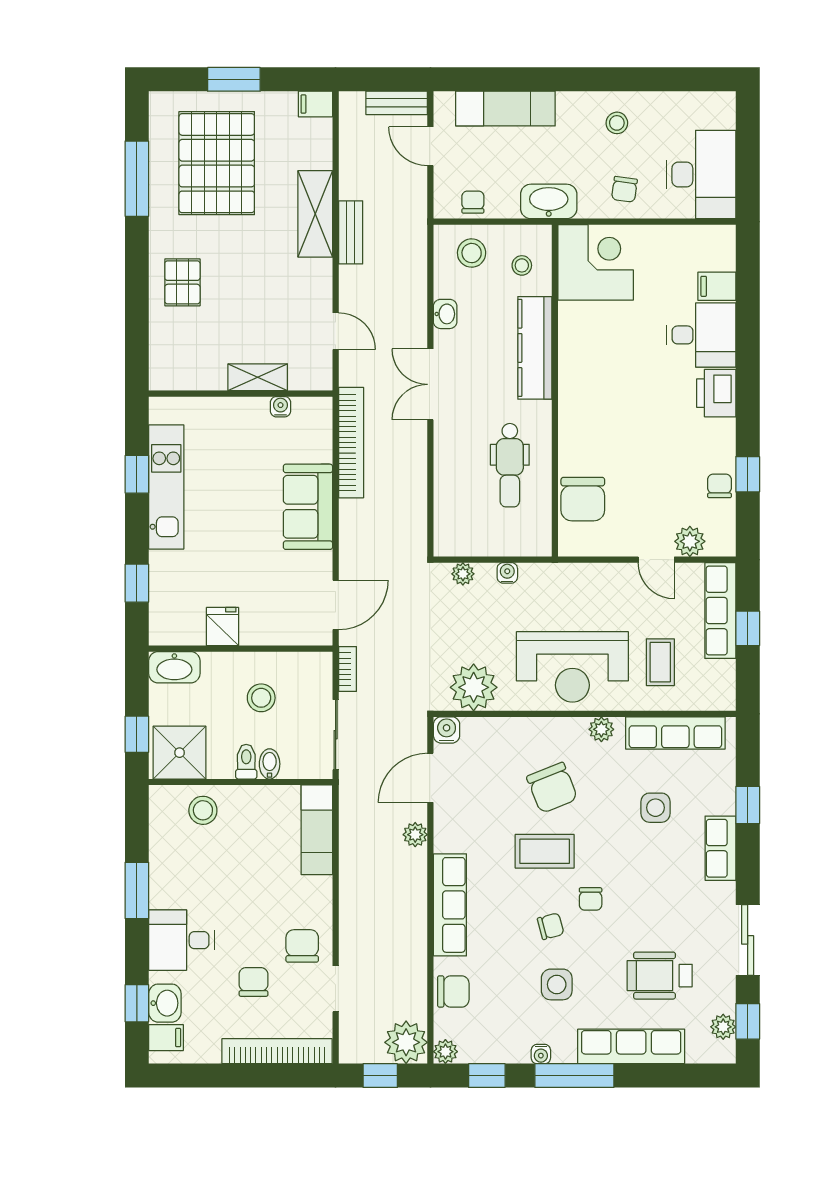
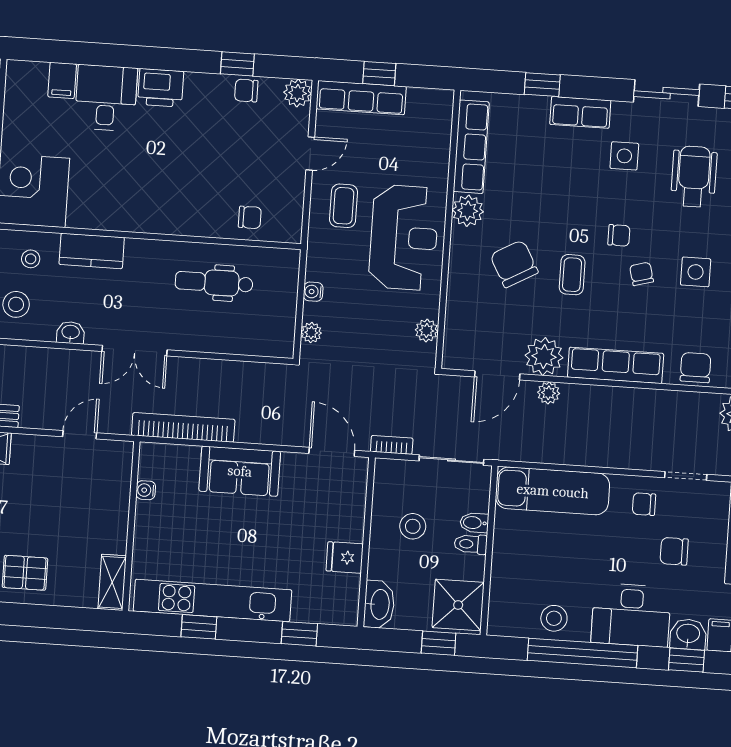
kitchen counter: (535, 348) -> (92, 251), width x0.67
shelving: (258, 377) -> (112, 582), moved
dental chair: (510, 465) -> (214, 282), turned 180
kitchen unit: (166, 487) -> (212, 601), width x1.36
chair: (583, 499) -> (250, 217), width x0.54, depth x0.54
plant: (690, 541) -> (298, 93), moved
coffee table: (660, 662) -> (344, 206), moved, turned 90
plant: (474, 687) -> (427, 331), width x0.53, depth x0.53
plant: (601, 729) -> (468, 211), width x1.38, depth x1.38
water cooler: (447, 730) -> (454, 357), removed
door: (430, 778) -> (497, 375), hinge flipped
chair: (552, 788) -> (514, 264), turned -97
side table: (655, 808) -> (624, 156), moved
stool: (203, 810) -> (554, 618), moved
plant: (454, 827) -> (544, 356), added
exam couch: (317, 830) -> (553, 491), width x1.36, depth x1.45
coffee table: (545, 851) -> (572, 275), width x0.73, depth x0.77
window: (137, 890) -> (583, 653), width x2.11
desk: (181, 940) -> (631, 615), width x1.37
chair: (302, 946) -> (644, 504), width x0.73, depth x0.73
wheelchair: (660, 976) -> (694, 176), turned 180

